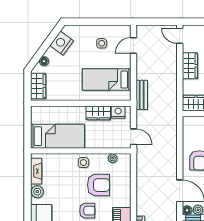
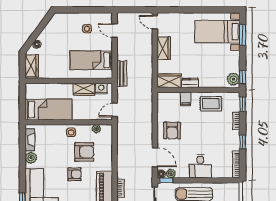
nightstand: (62, 43) -> (52, 29), removed
door: (133, 46) -> (115, 31), hinge flipped
door: (133, 137) -> (115, 110), swing flipped

